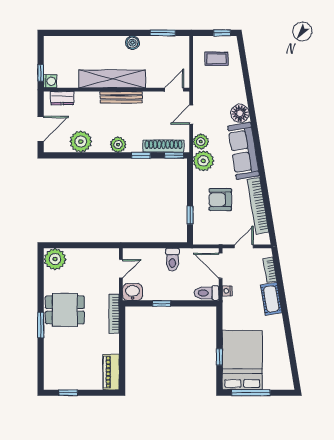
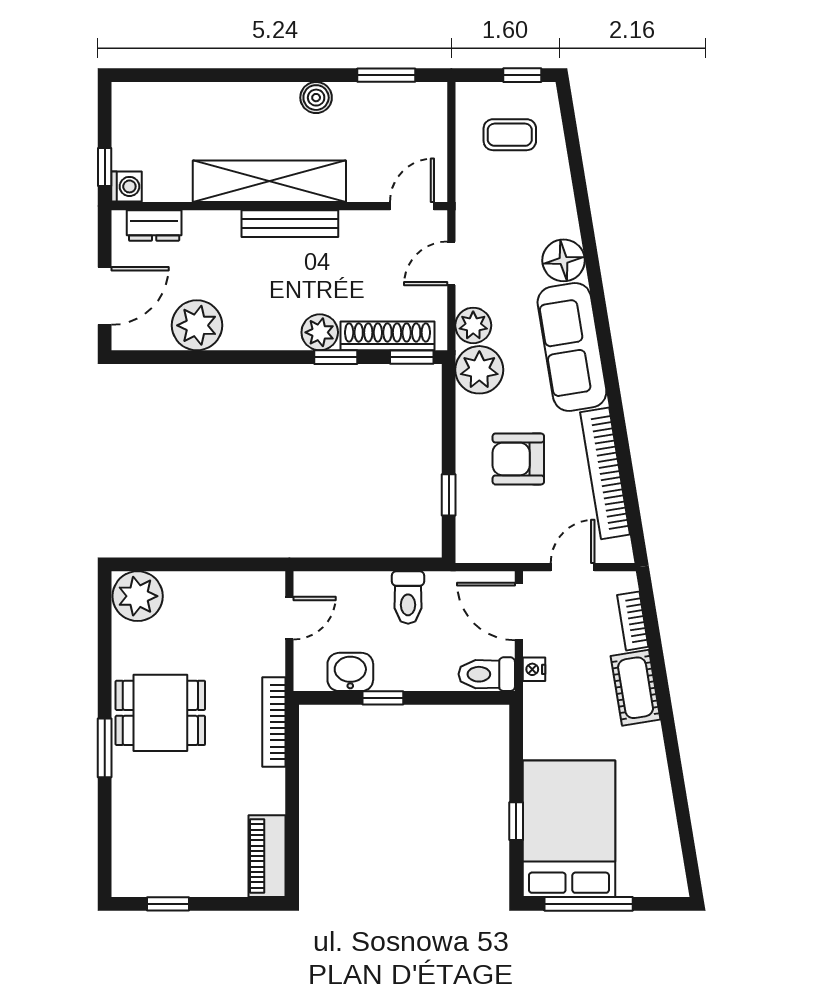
plant: (118, 145) -> (320, 332), moved
washbasin: (133, 292) -> (350, 672), moved

